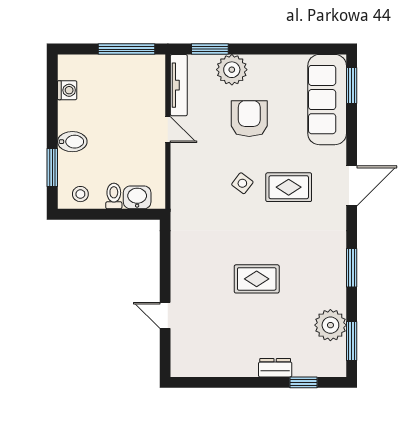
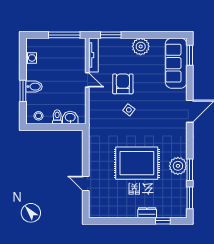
plant: (232, 70) -> (141, 46), moved
armchair: (249, 119) -> (123, 84), moved
window: (52, 167) -> (23, 91), moved
rug: (289, 187) -> (155, 112), removed
window: (352, 268) -> (190, 170), moved
rug: (257, 279) -> (137, 163), width x1.86, depth x2.06
plant: (330, 325) -> (178, 166), moved

